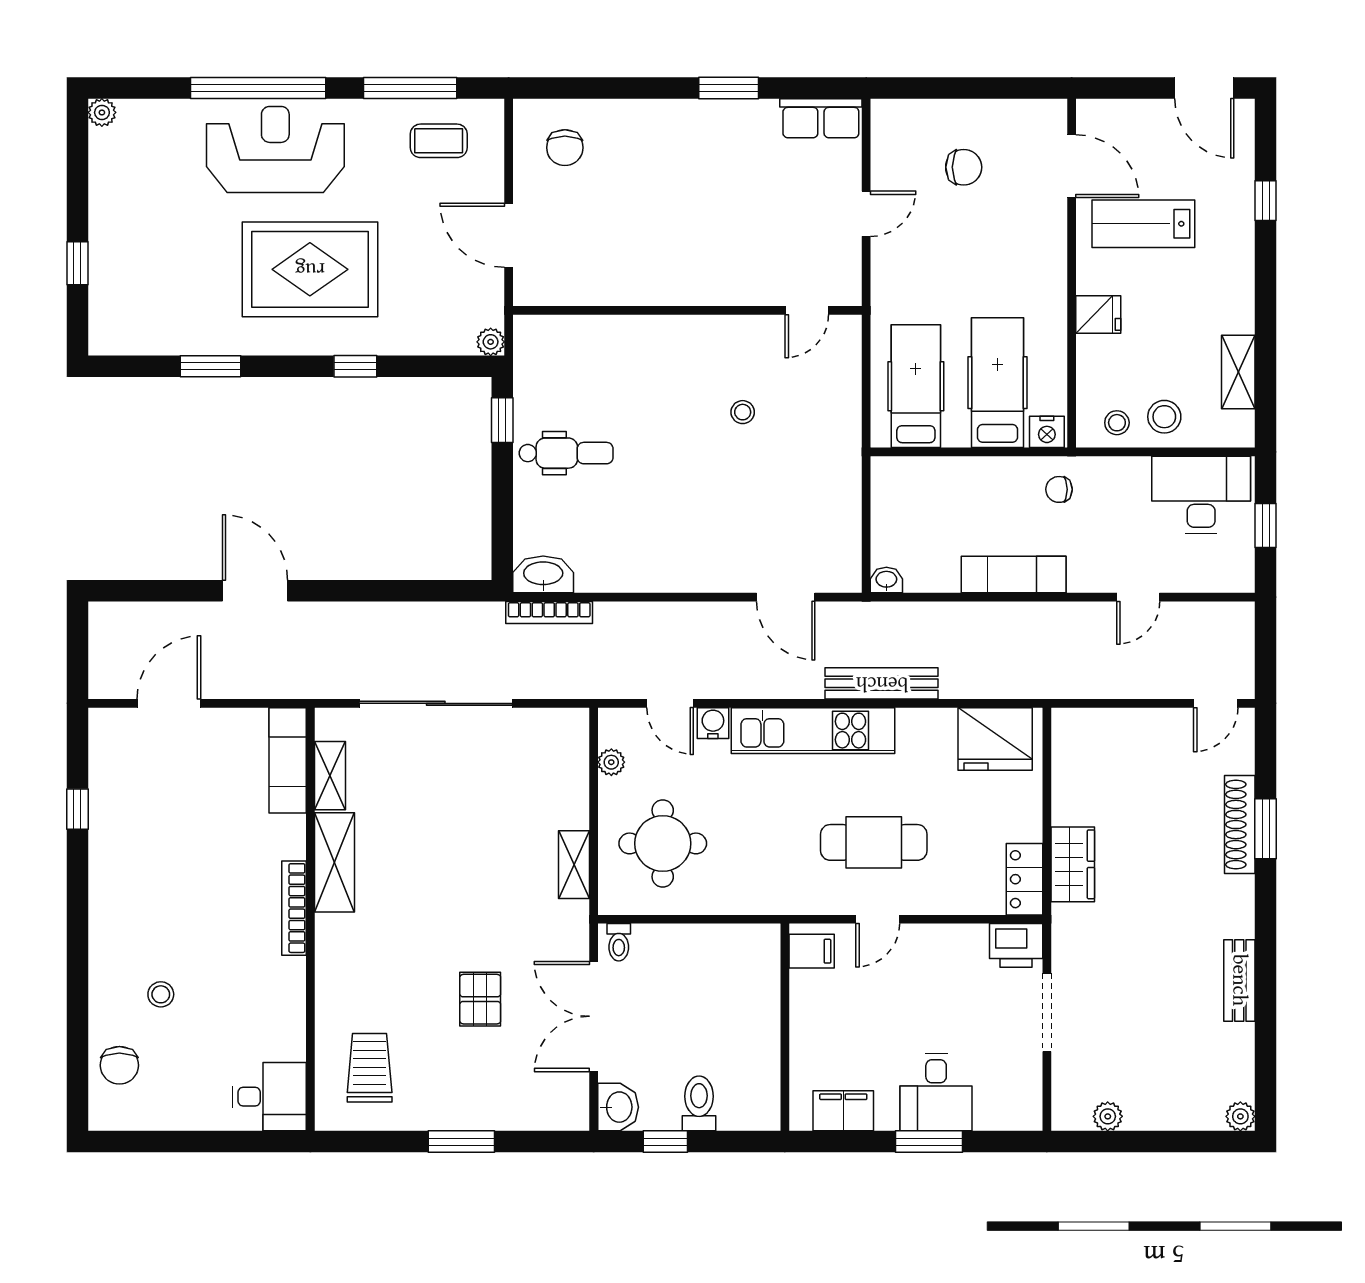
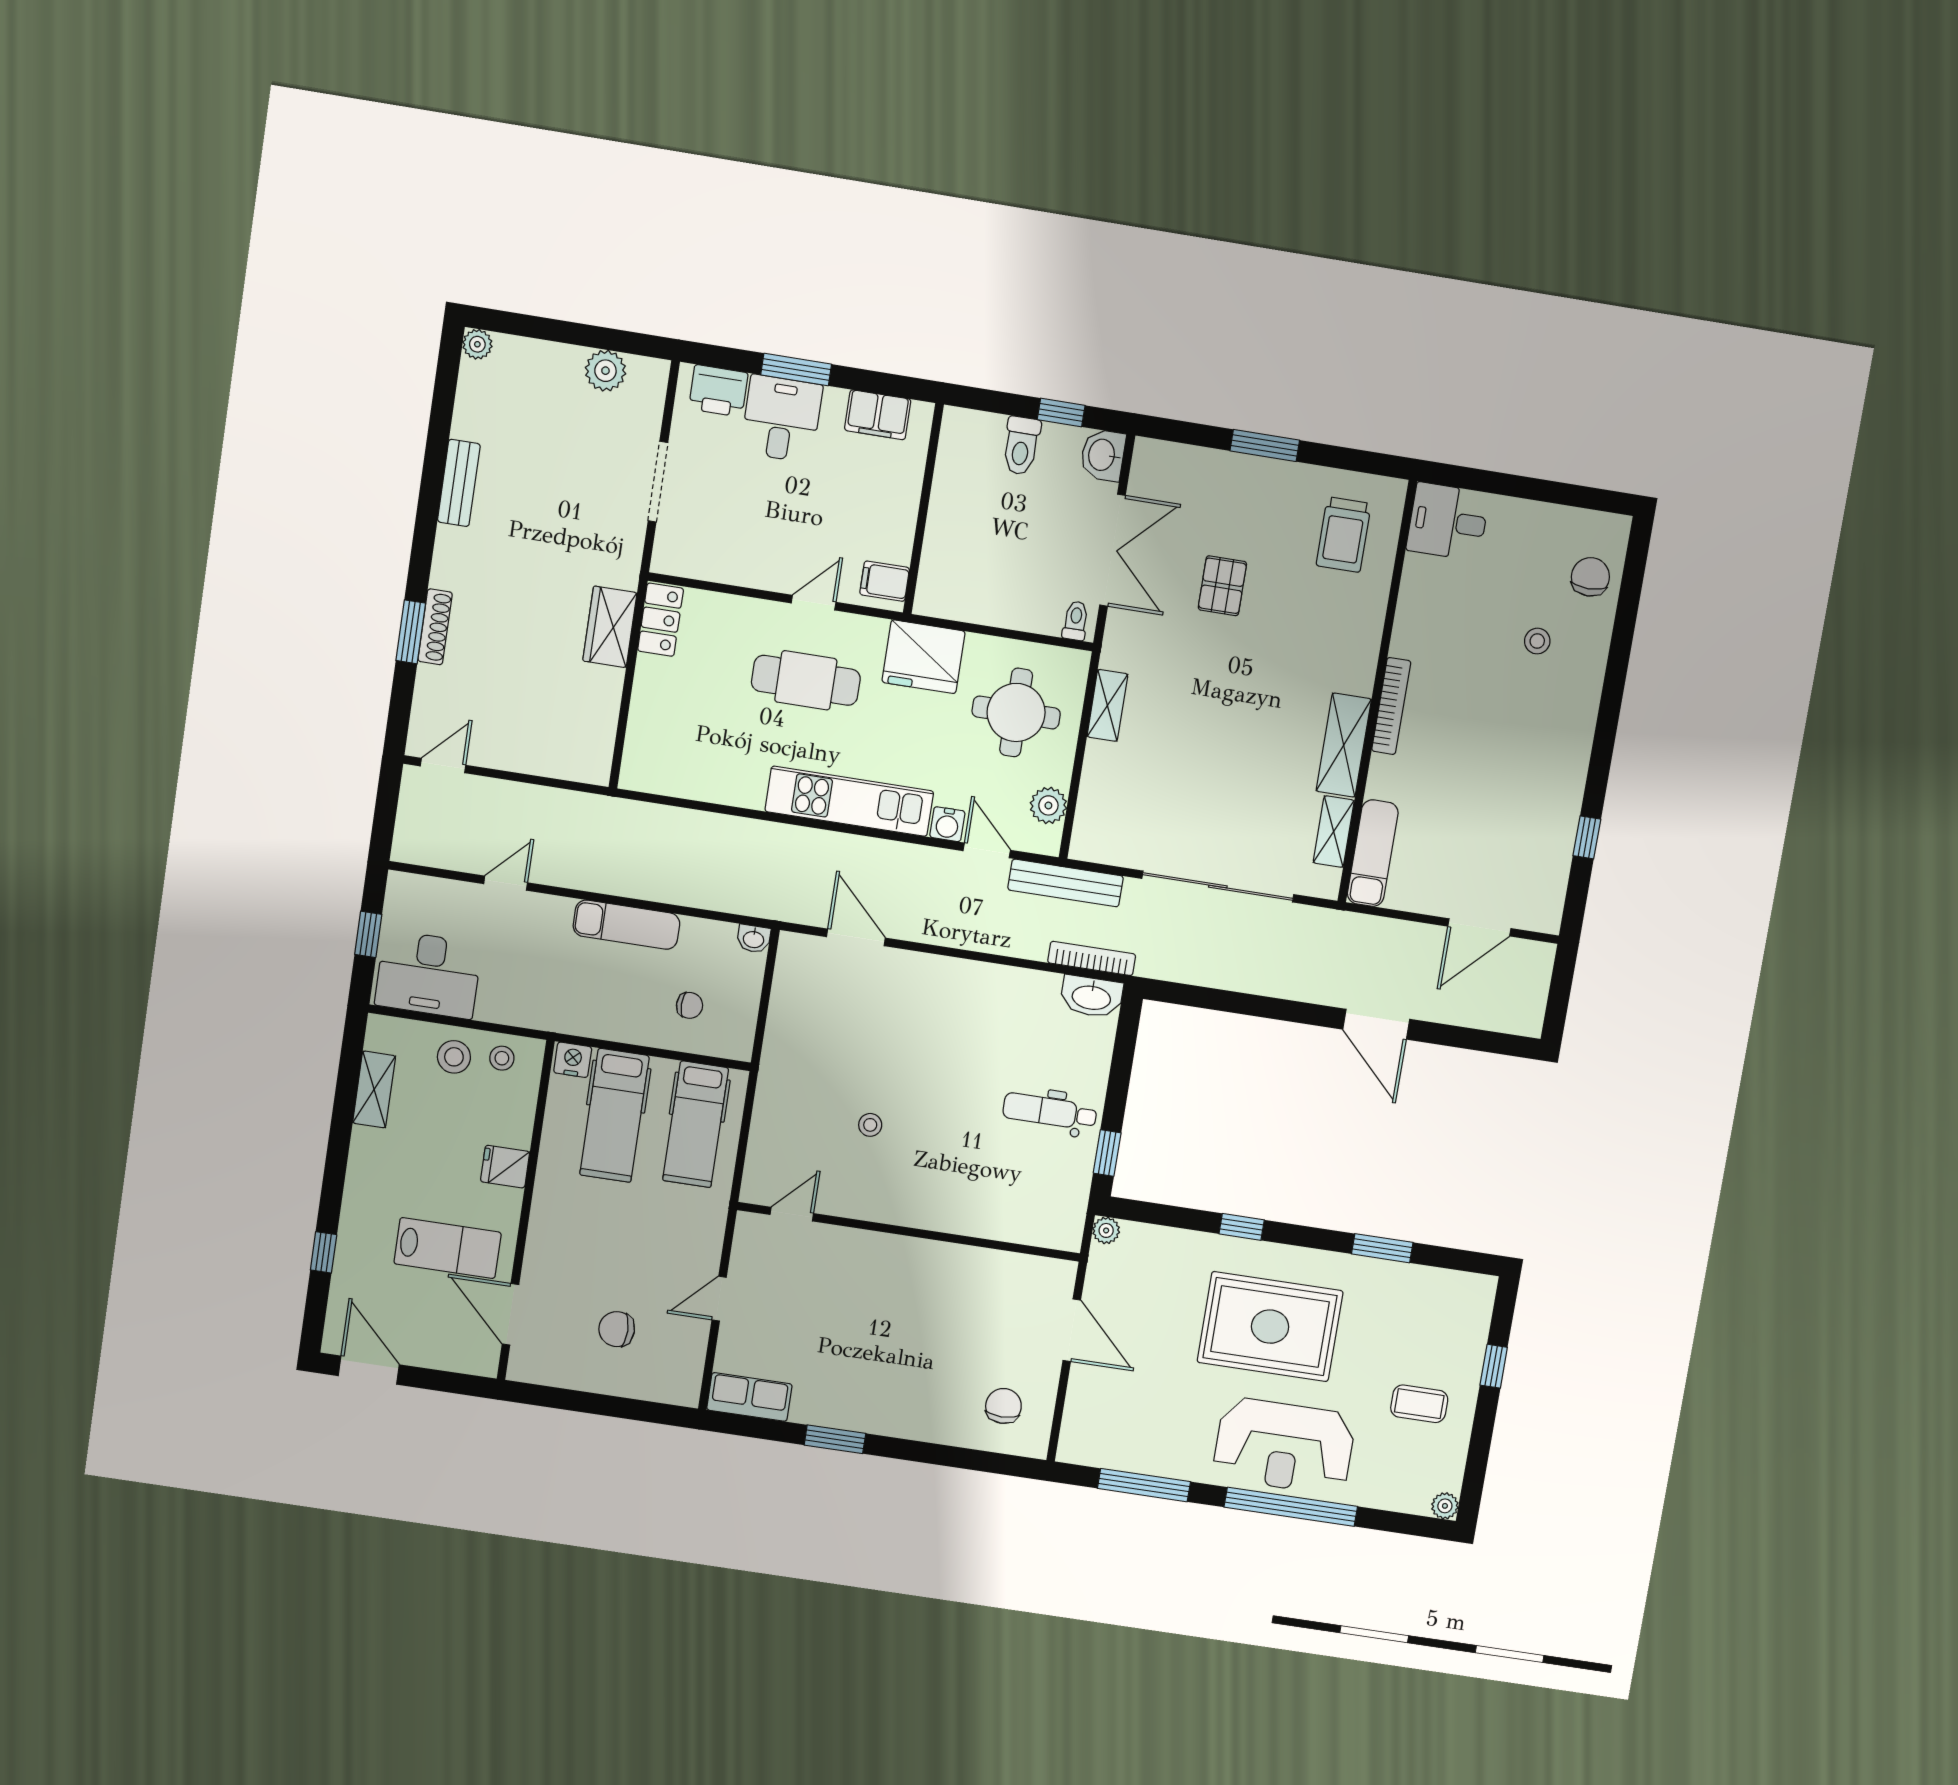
coffee table: (439, 141) -> (1419, 1404), moved
chair: (1059, 489) -> (690, 1005), moved
bench: (882, 683) -> (1066, 883), moved
fridge: (995, 739) -> (924, 657), moved, turned 180
plant: (611, 762) -> (1048, 805), width x1.38, depth x1.38
shoe rack: (1240, 825) -> (435, 627), width x0.74, depth x0.81
printer: (1016, 945) -> (718, 391), moved, turned 180
plant: (1108, 1116) -> (605, 371), width x1.38, depth x1.38

